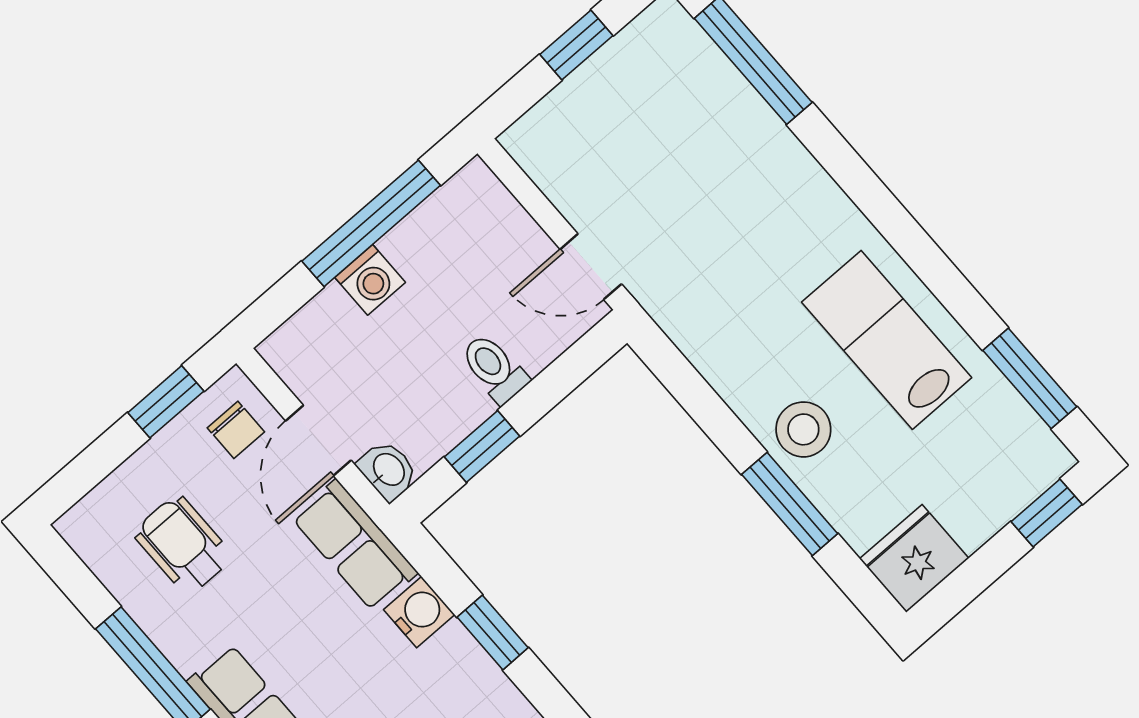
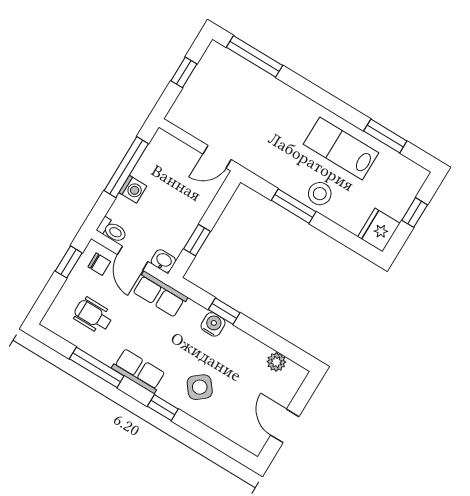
toilet: (494, 368) -> (112, 230), moved, turned 180
window: (1030, 378) -> (385, 136), moved
window: (790, 504) -> (294, 206), moved
window: (1047, 513) -> (415, 213), moved
water cooler: (419, 612) -> (213, 324), moved

